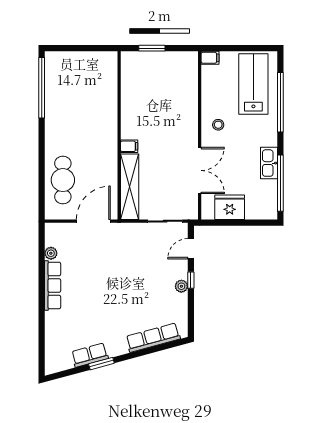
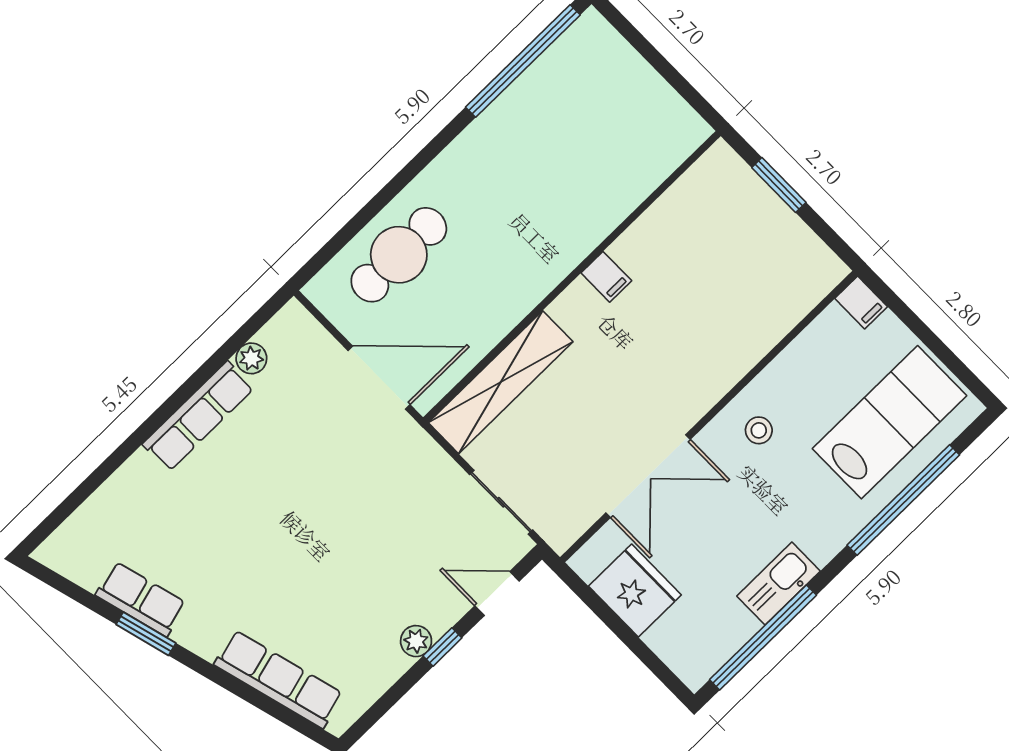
filing cabinet: (129, 146) -> (606, 277), moved

